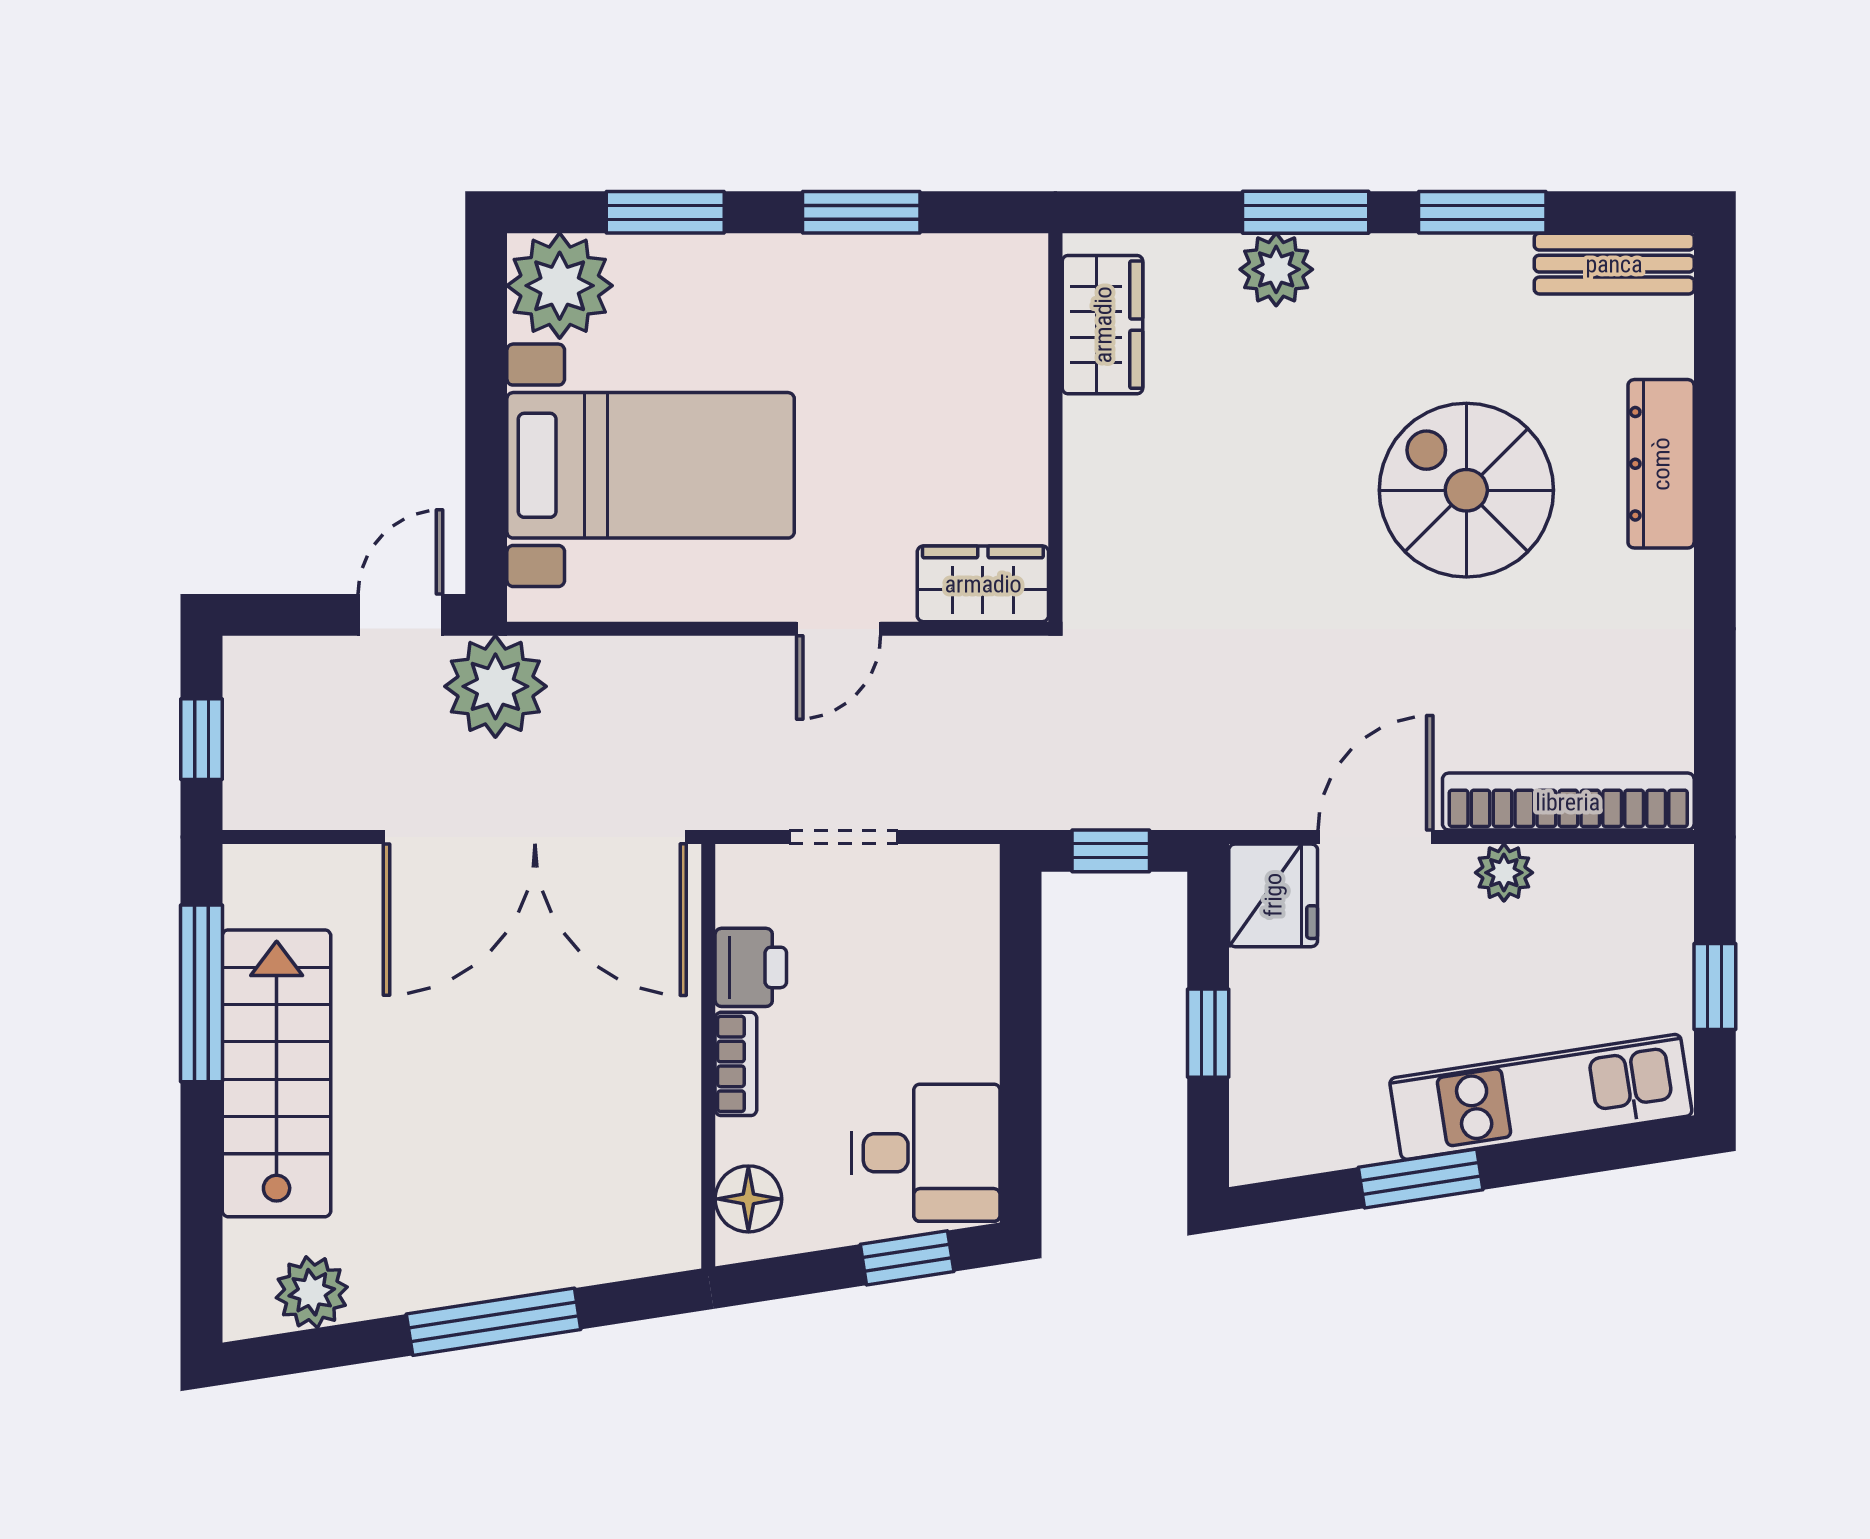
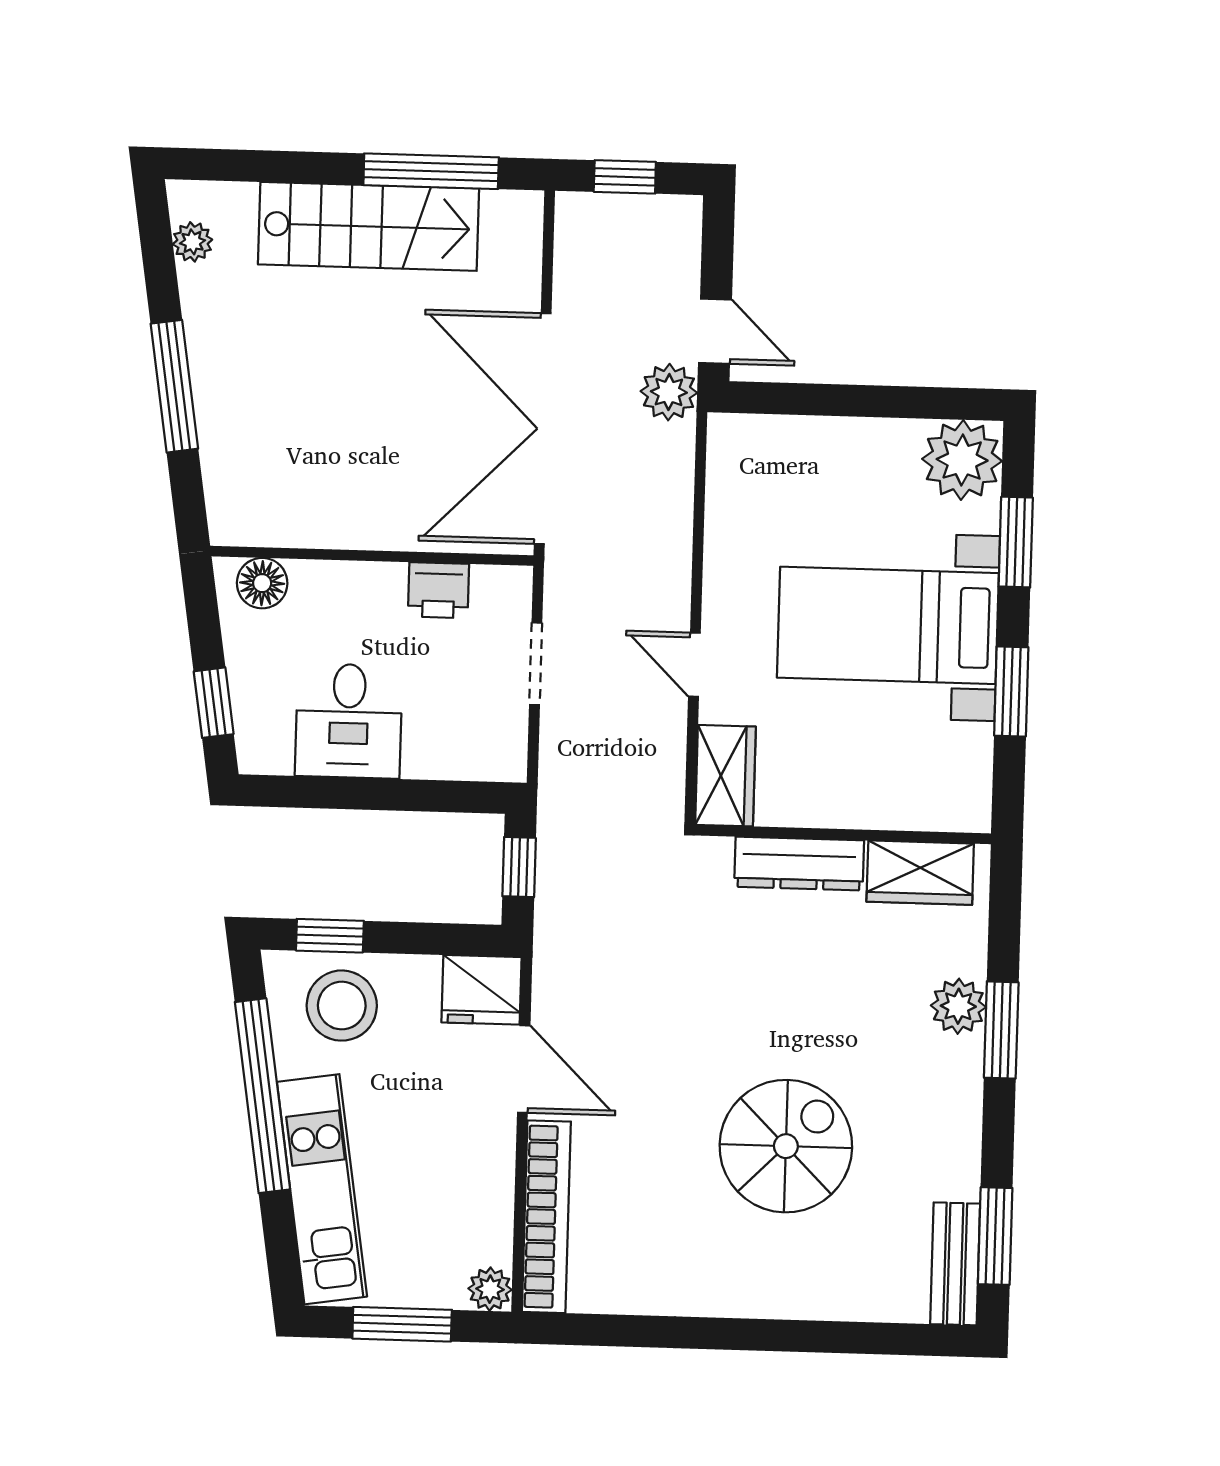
window: (1482, 212) -> (995, 1236), moved
dresser: (1661, 464) -> (799, 864), moved, turned 180
bed with nightstands: (651, 465) -> (888, 625), moved, turned 90
plant: (495, 686) -> (669, 392), width x0.73, depth x0.73
plant: (1504, 873) -> (490, 1289), moved
window: (1715, 987) -> (402, 1324), width x1.50
window: (1208, 1033) -> (330, 936), moved
bookcase: (736, 1064) -> (365, 577), removed
stool: (1299, 1078) -> (342, 1006), added
desk: (926, 1153) -> (349, 721), moved
window: (1421, 1179) -> (262, 1096), width x2.11
plant: (312, 1292) -> (193, 242), width x0.73, depth x0.73

